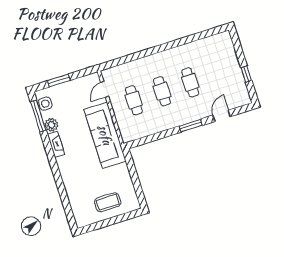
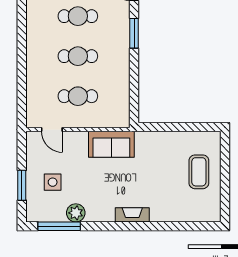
side table: (45, 104) -> (53, 182), moved
sofa: (105, 135) -> (111, 144), width x0.54, depth x0.79
fireplace: (56, 144) -> (132, 215), moved

